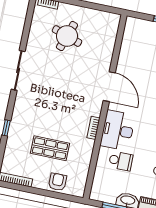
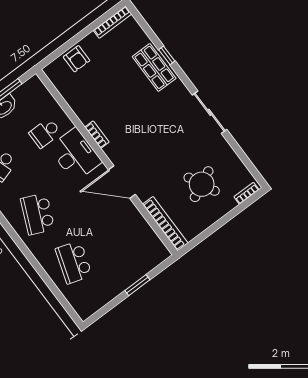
round table: (67, 36) -> (202, 184), turned 45
bookcase: (111, 37) -> (165, 224), added
shop shelf: (50, 148) -> (154, 67), moved, turned 90

